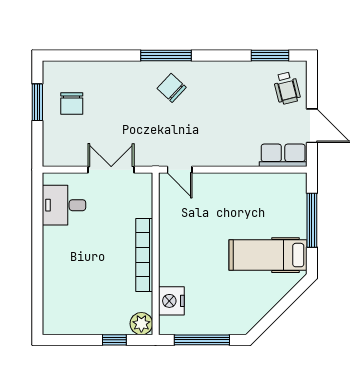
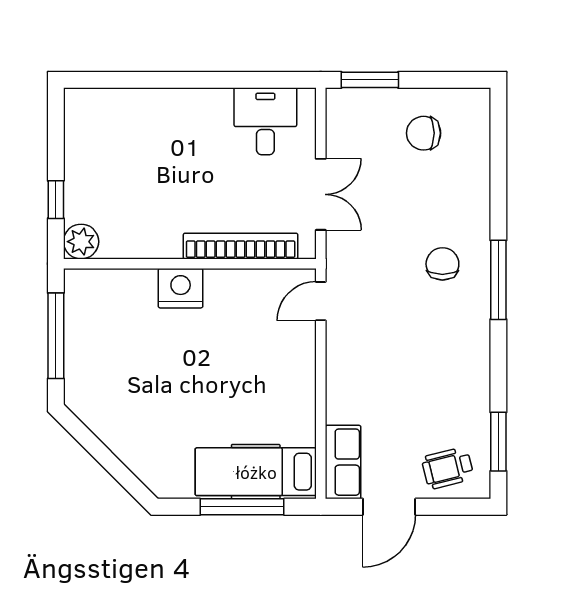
chair: (172, 88) -> (442, 264), moved, turned -43
window: (37, 102) -> (370, 80), moved
bookcase: (144, 255) -> (241, 246), moved
hospital bed: (268, 255) -> (256, 472), moved, turned -90
nightstand: (171, 301) -> (181, 288), moved

